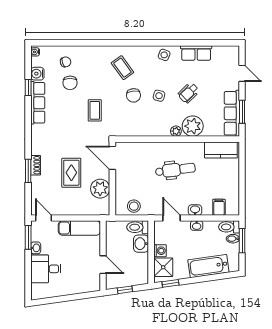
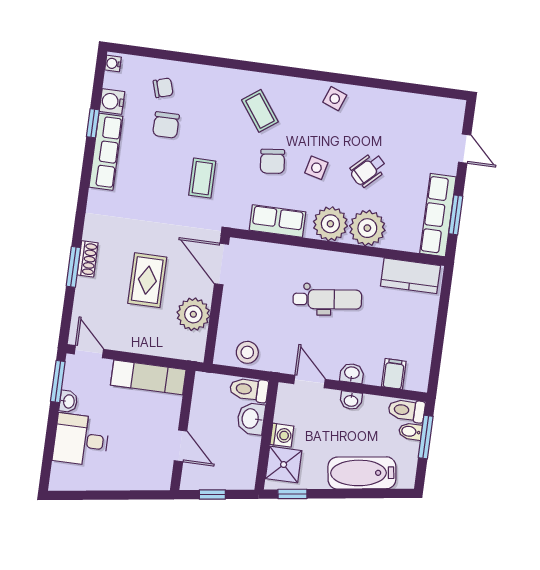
row of seats: (196, 53) -> (277, 221), moved, turned 180
plant: (176, 131) -> (330, 224), width x1.88, depth x1.88

